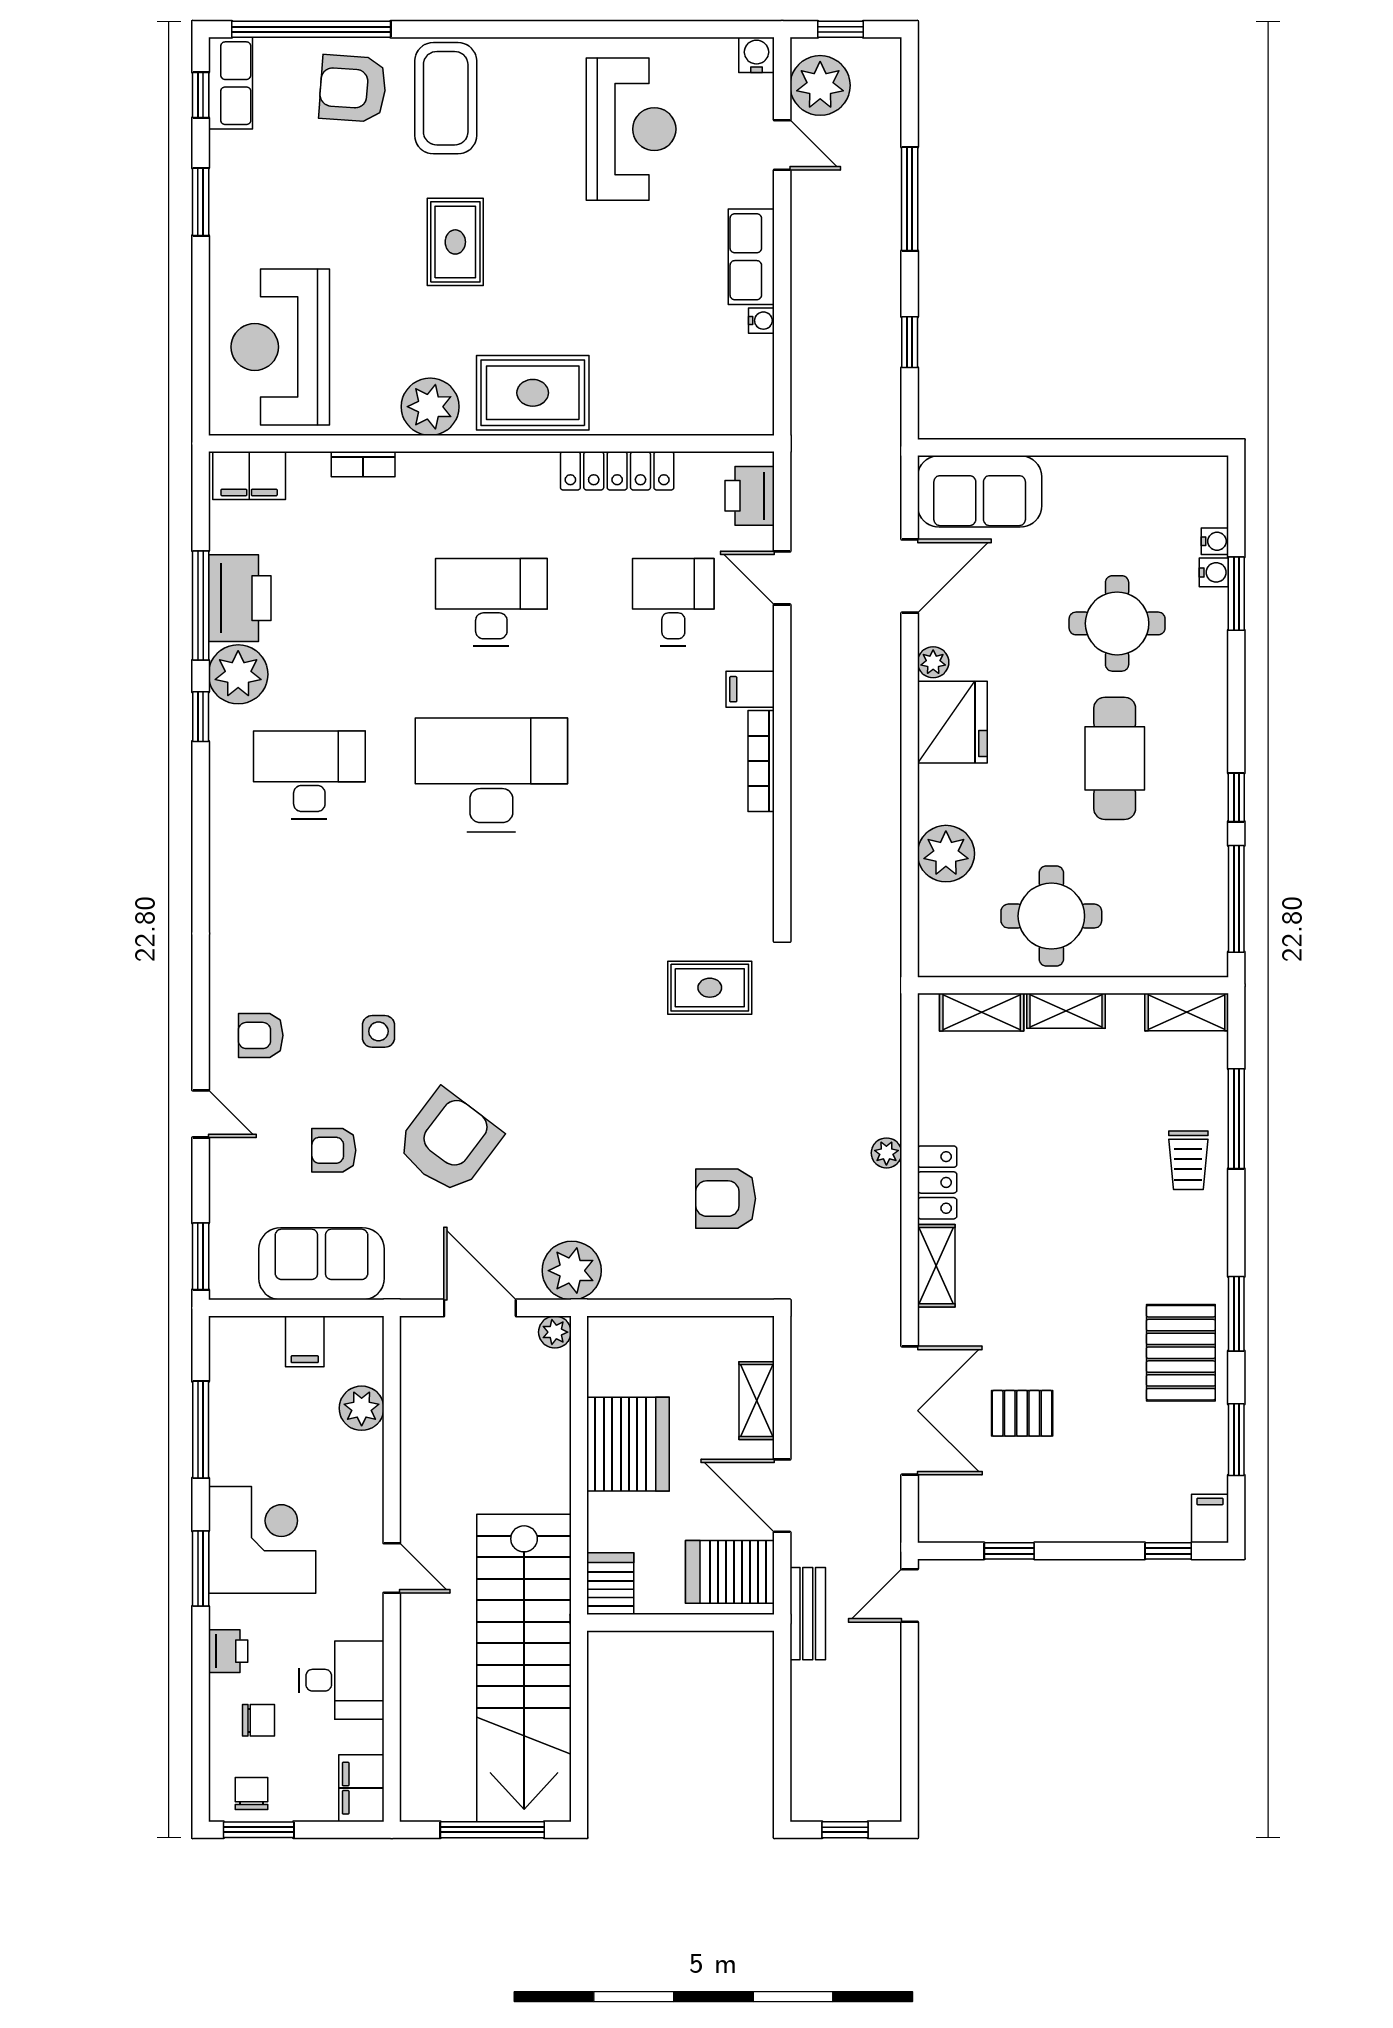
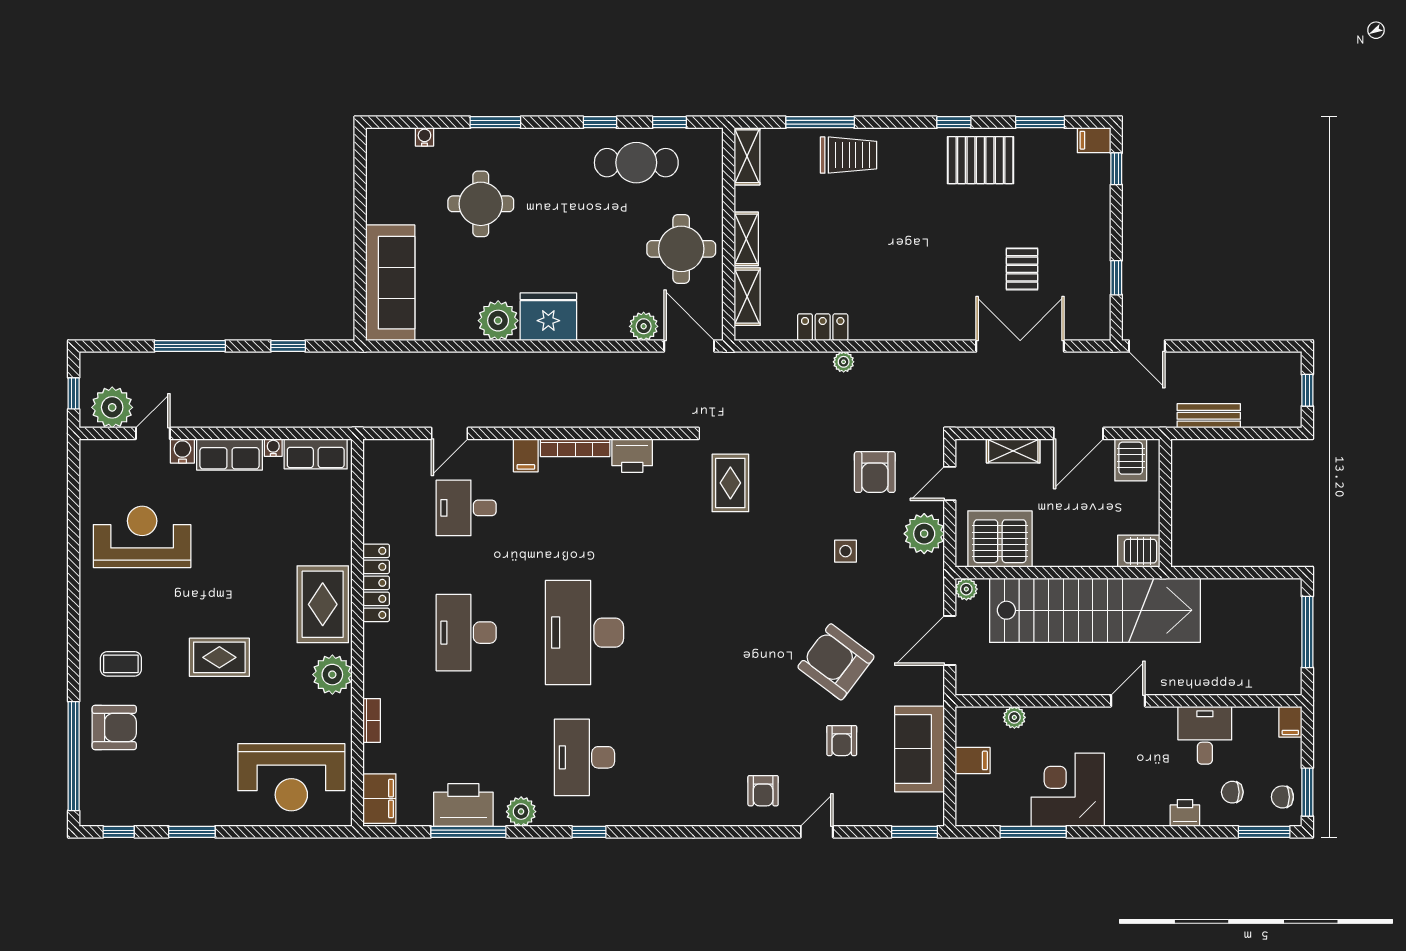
water cooler: (756, 55) -> (182, 451), moved, turned 90
row of seats: (231, 83) -> (316, 454), moved, turned 180
armchair: (353, 88) -> (114, 727), turned -94
coffee table: (446, 98) -> (121, 664), width x0.54, depth x0.58
locker: (617, 471) -> (376, 583), moved
sofa: (980, 491) -> (390, 283), width x1.36
printer: (750, 496) -> (632, 456), moved
water cooler: (1214, 572) -> (446, 138), removed
door: (910, 576) -> (689, 346), moved
window: (1236, 594) -> (495, 122), moved
plant: (933, 662) -> (498, 321), width x1.88, depth x1.88
plant: (238, 674) -> (521, 812), width x0.73, depth x0.73
window: (201, 717) -> (589, 832), moved
cafe table: (1115, 758) -> (636, 163), moved
plant: (946, 854) -> (644, 326), width x0.73, depth x0.73
window: (1236, 899) -> (669, 122), width x0.46
side table: (378, 1031) -> (846, 551), moved
trolley: (1188, 1160) -> (849, 155), width x1.36, depth x1.39
locker: (937, 1182) -> (823, 327), moved
shelving: (936, 1266) -> (921, 328), removed
plant: (572, 1271) -> (924, 534), moved
door: (709, 1308) -> (950, 484), added
window: (1236, 1314) -> (954, 122), width x0.67
plant: (362, 1408) -> (1014, 717), width x0.73, depth x0.73
server rack: (628, 1444) -> (1000, 539), moved
corner desk: (262, 1540) -> (1068, 790), moved
window: (201, 1569) -> (1264, 832), moved
server rack: (730, 1572) -> (1131, 460), width x0.73, depth x0.70
bench: (808, 1614) -> (1209, 416), moved
stairs: (524, 1668) -> (1095, 610), moved
chair: (258, 1720) -> (1232, 792), turned -90
filing cabinet: (361, 1788) -> (1290, 722), width x0.50

